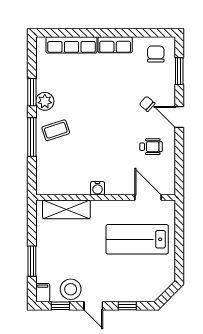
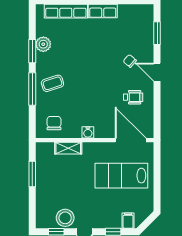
chair: (156, 54) -> (54, 123), moved
plant: (45, 101) -> (43, 44), moved
door: (148, 197) -> (131, 140), width x1.36
shelving: (66, 209) -> (68, 148), width x0.67, depth x0.75
window: (32, 261) -> (32, 174), moved
filing cabinet: (43, 293) -> (128, 221), moved

